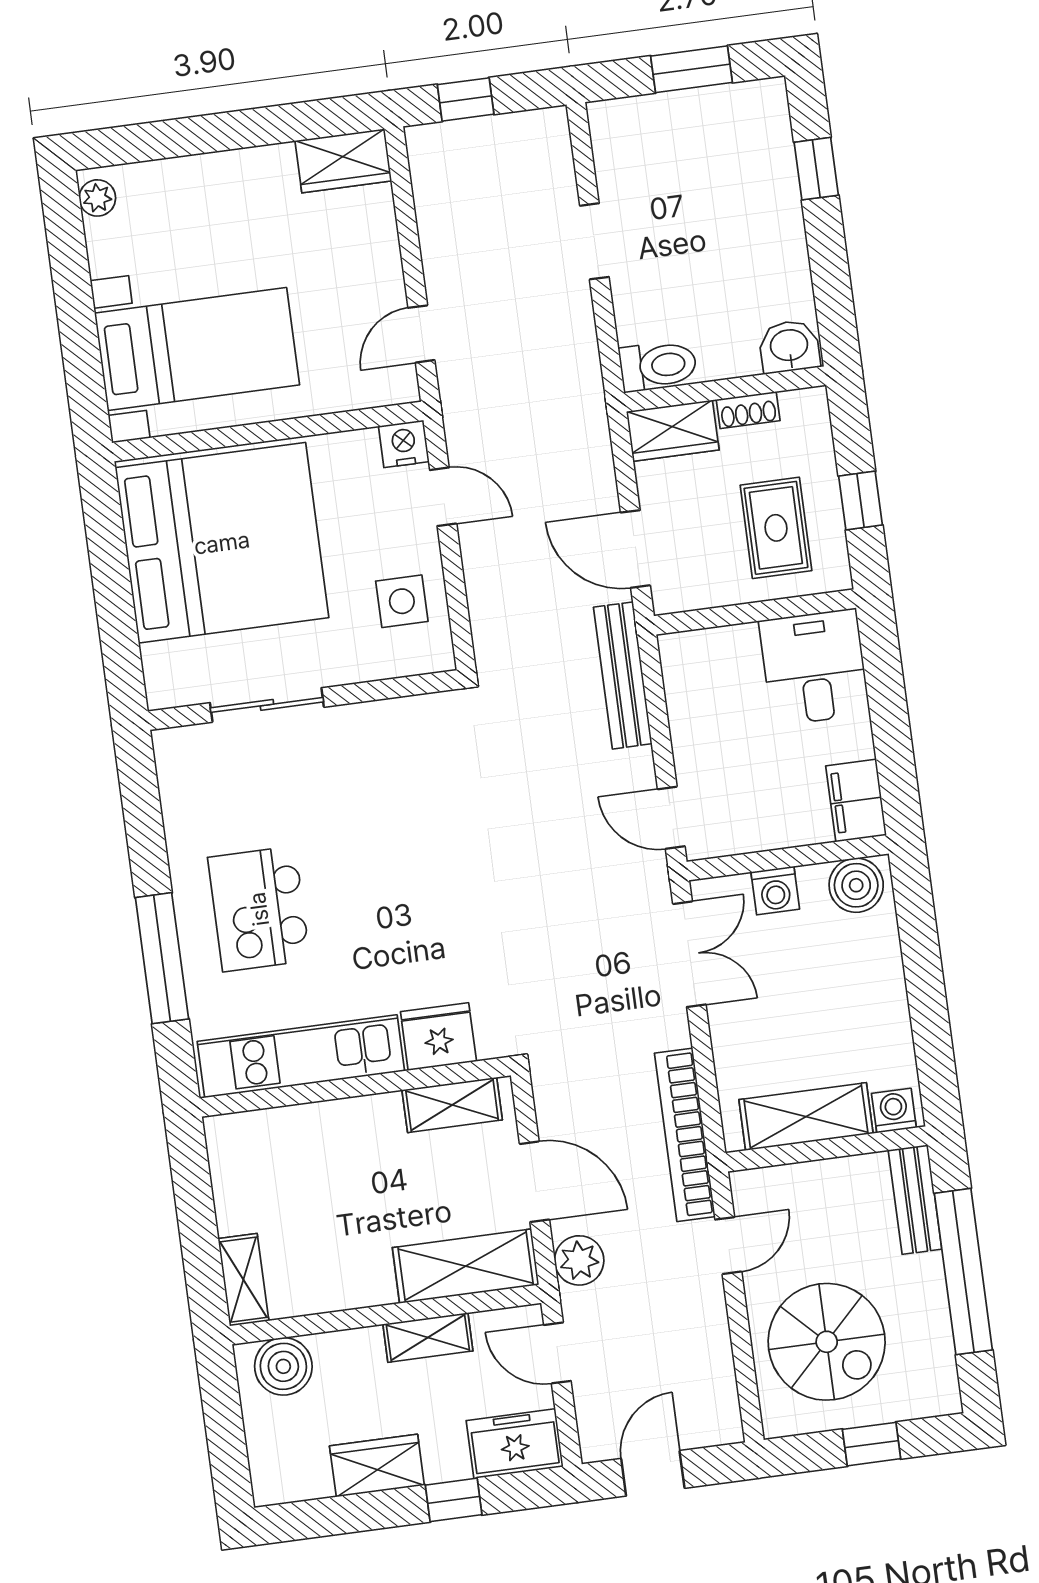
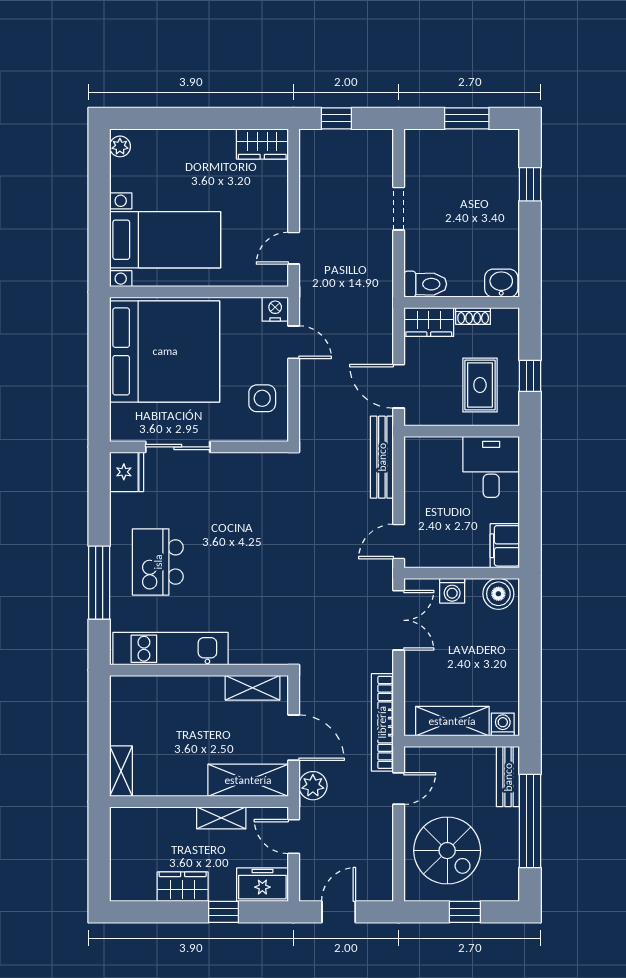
door: (671, 818) -> (399, 541), hinge flipped
fridge: (438, 1037) -> (127, 472), moved, turned 90
boiler: (283, 1366) -> (137, 823), removed

